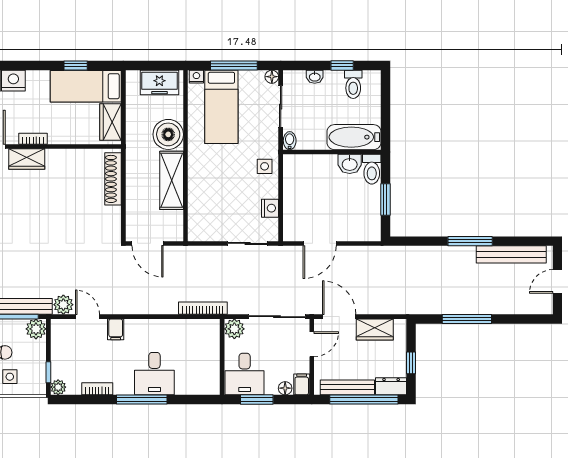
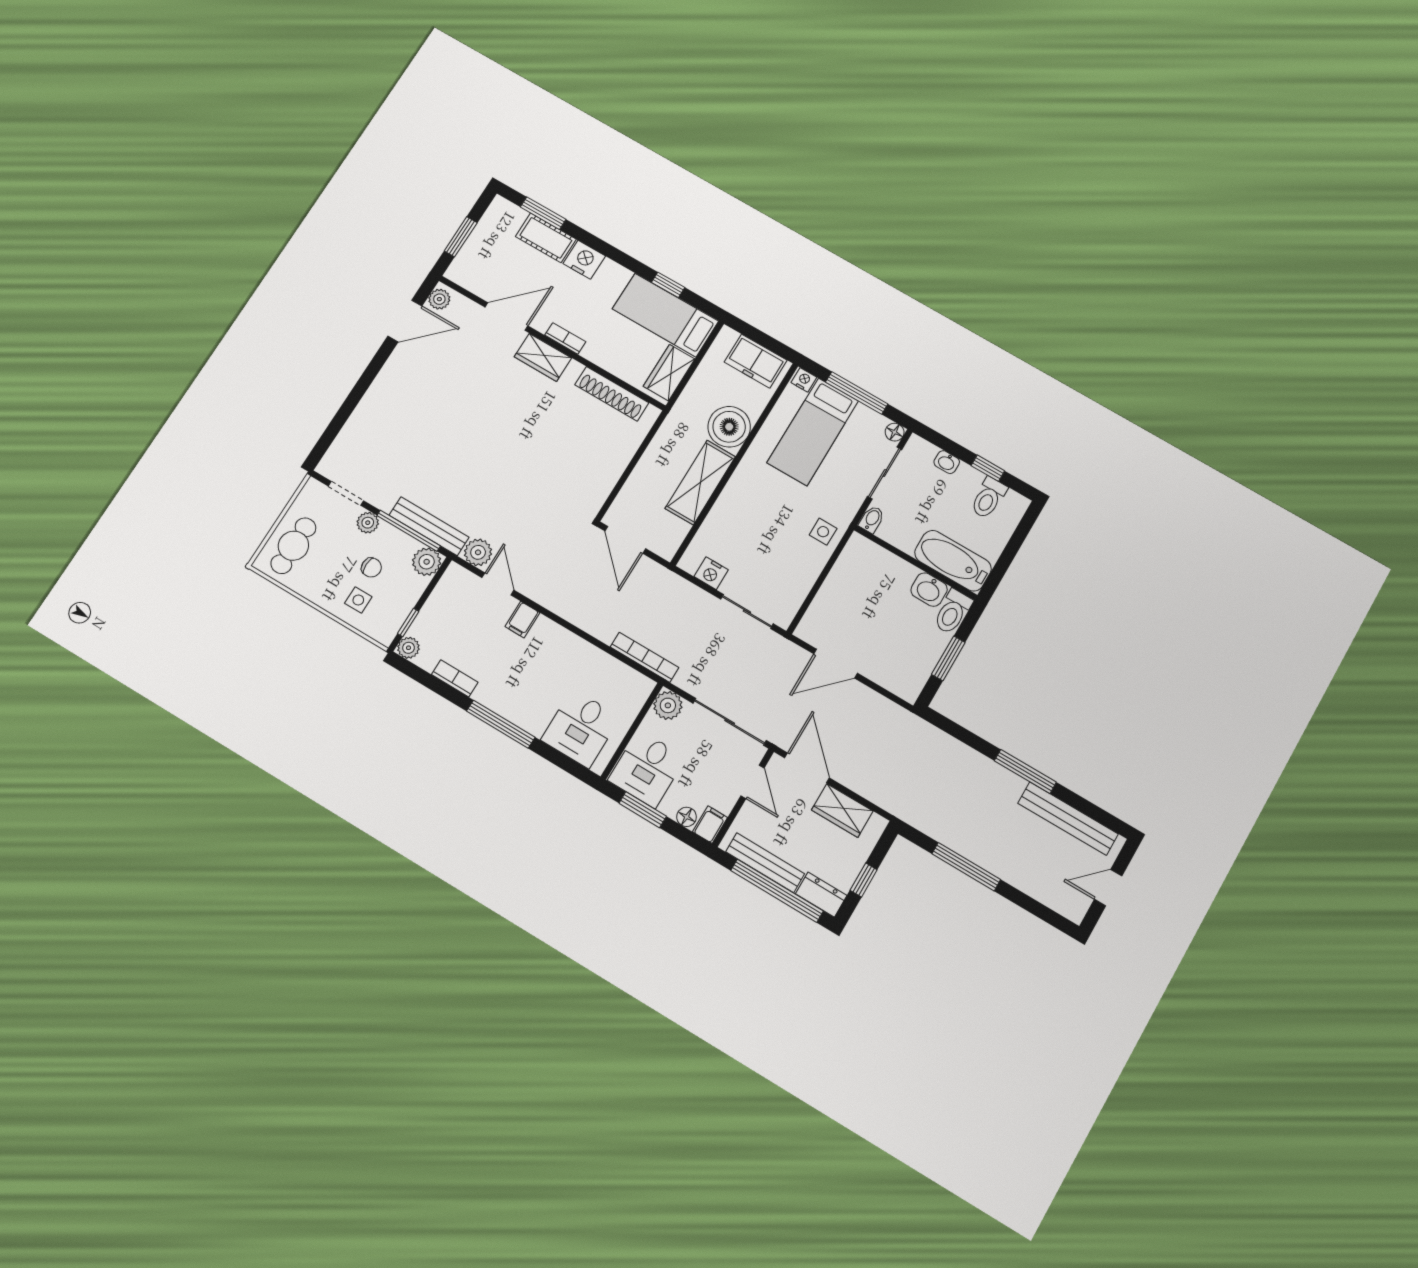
shoe rack: (113, 179) -> (612, 394), moved, turned -90
nightstand: (270, 208) -> (711, 573), moved, turned 90
door: (312, 344) -> (752, 782), hinge flipped
desk: (154, 374) -> (581, 728), moved

